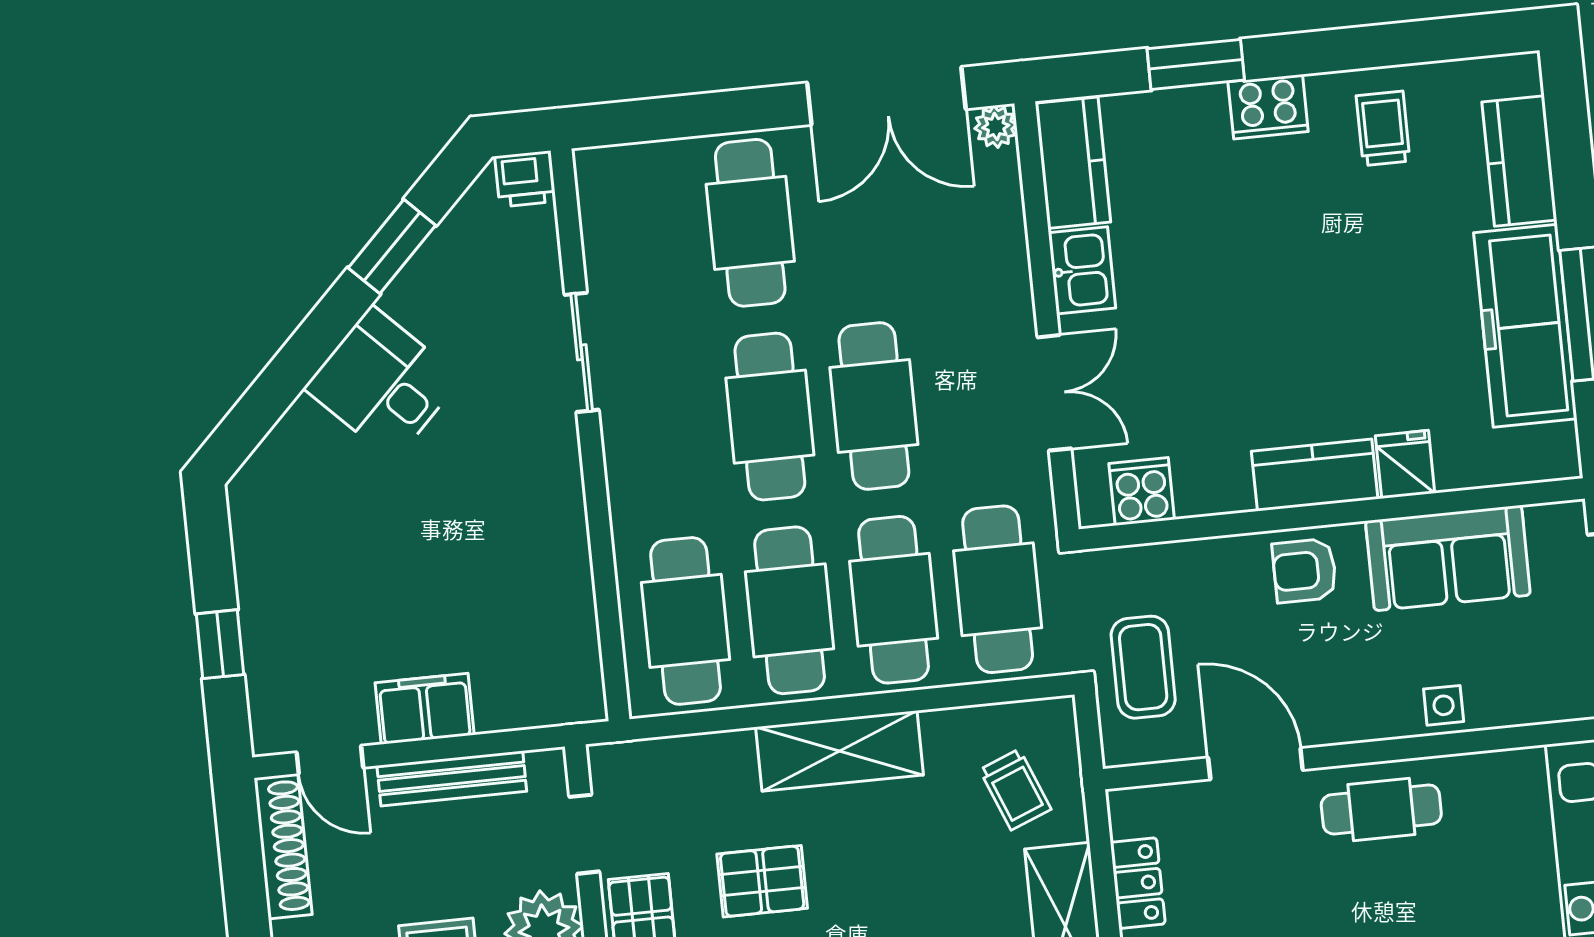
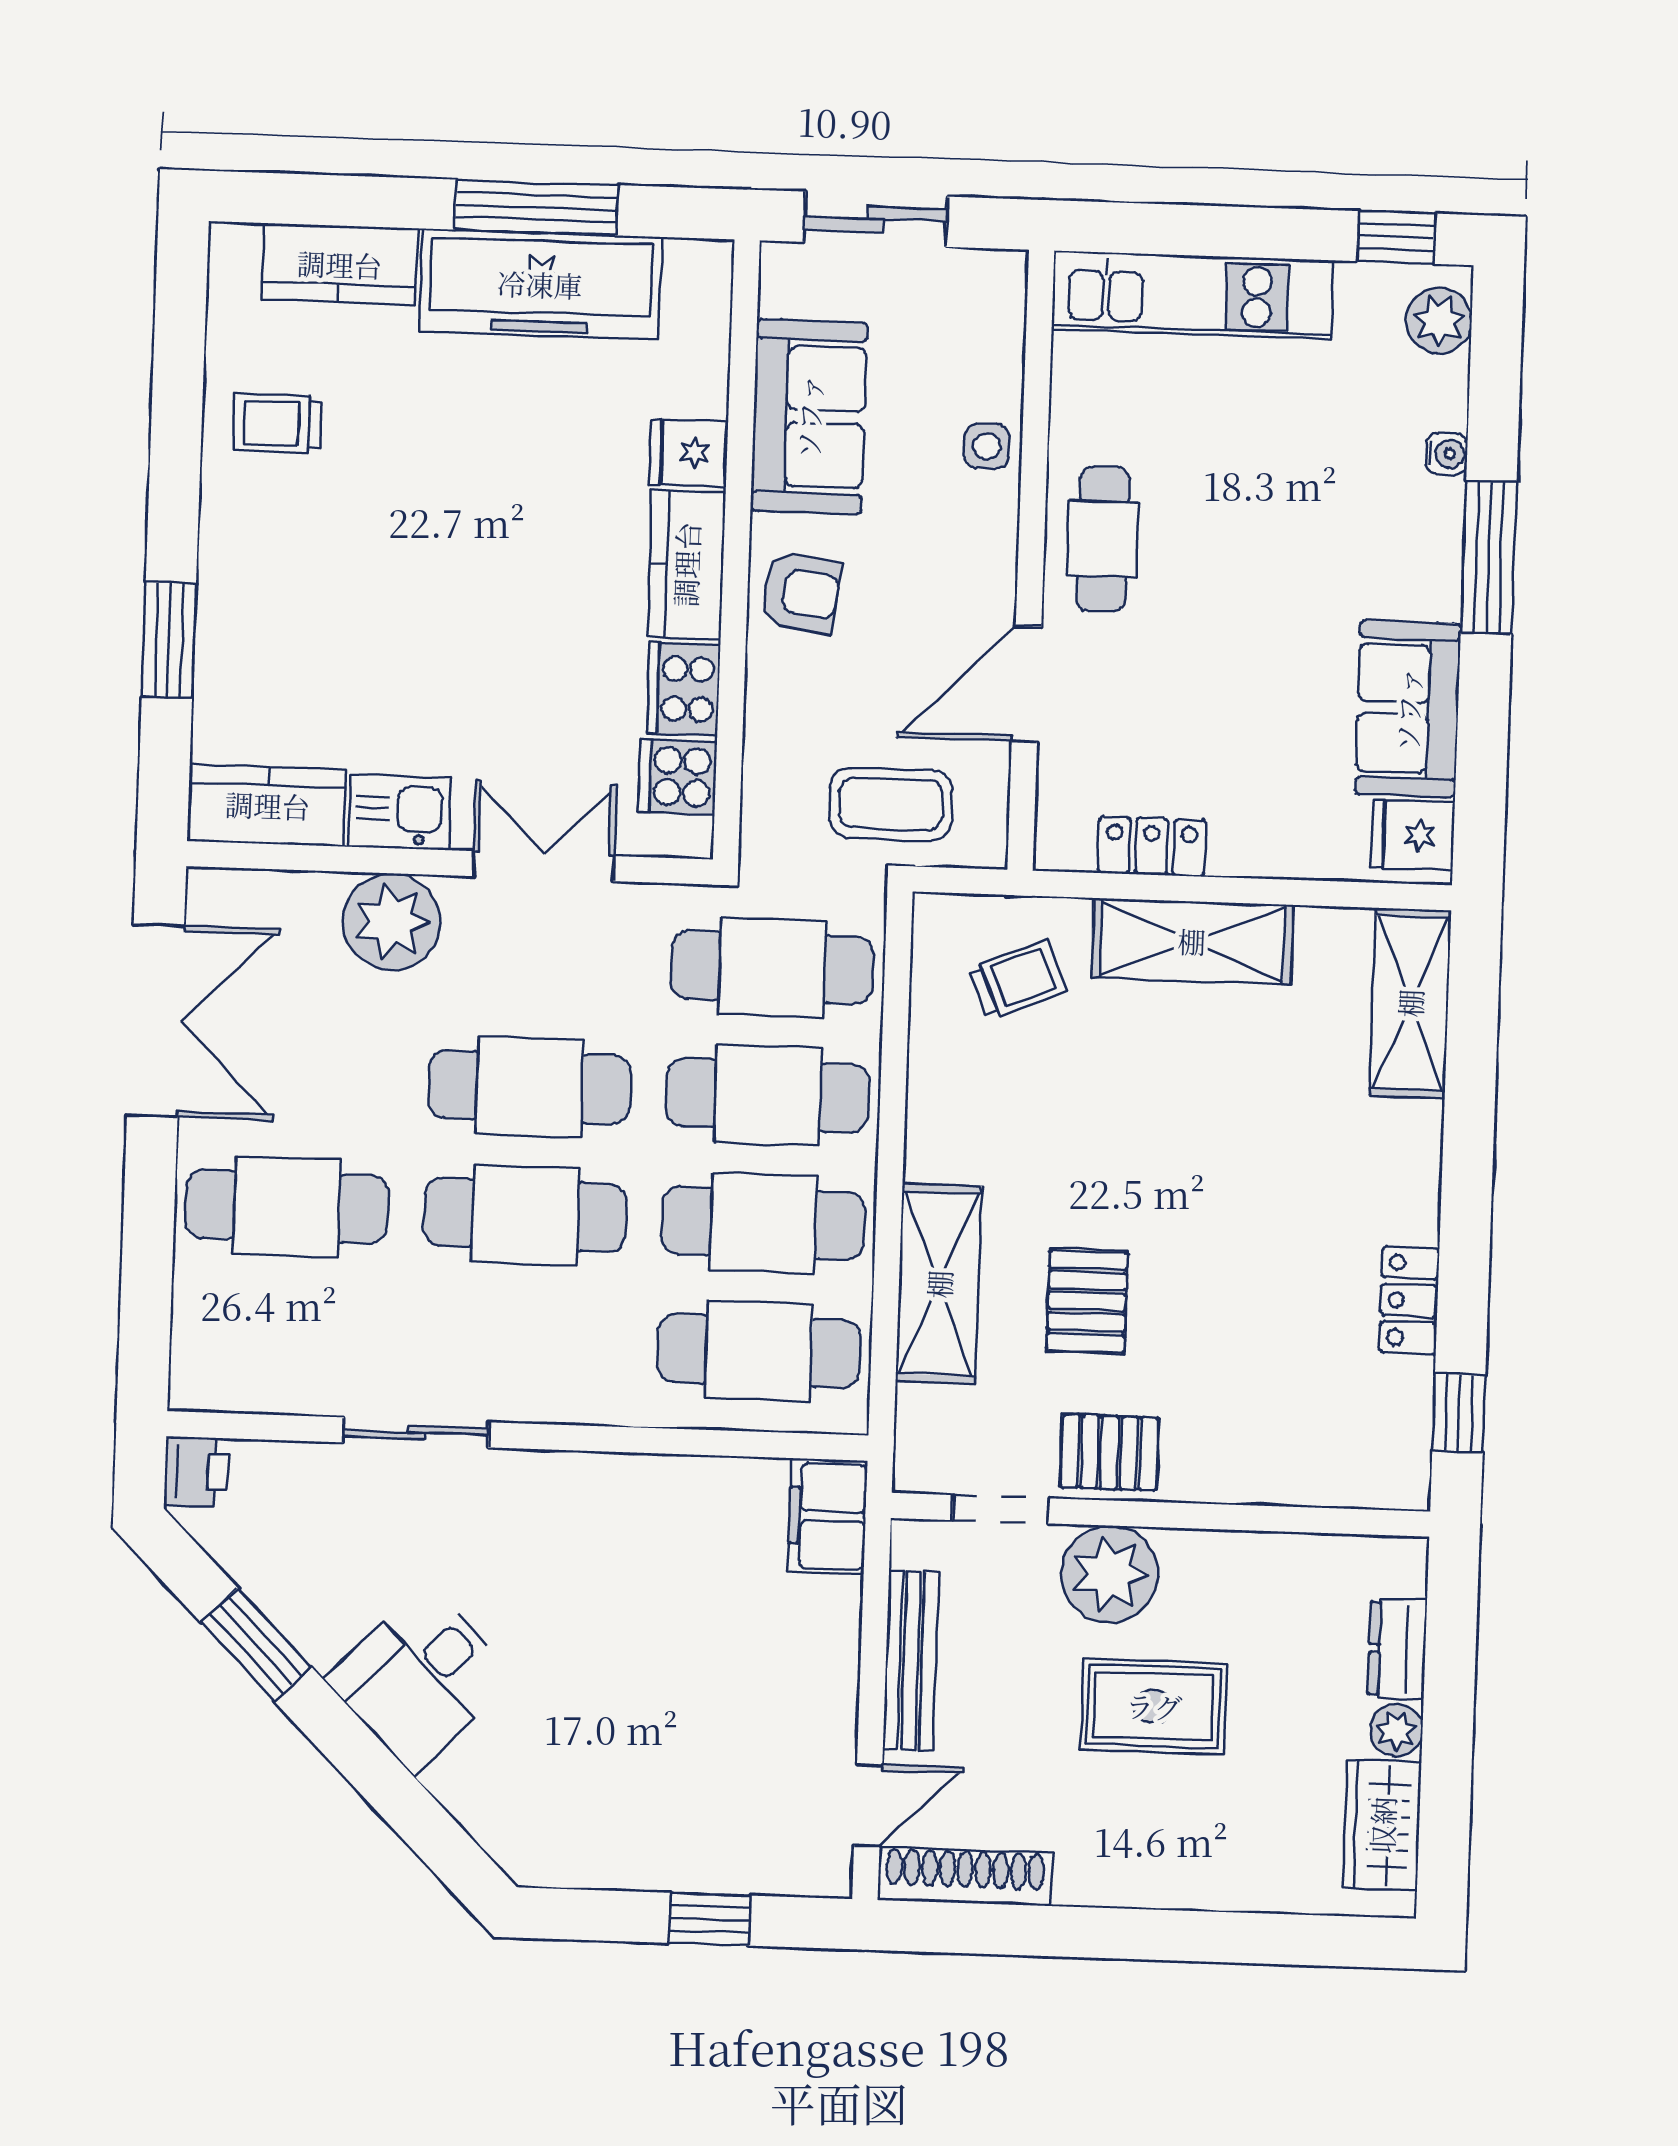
cooker: (1268, 107) -> (684, 689), moved, turned 180
plant: (996, 127) -> (392, 922), moved, width x1.87, depth x1.87
armchair: (1304, 571) -> (800, 592), turned -82
filing cabinet: (425, 709) -> (828, 1516), moved
shelving: (840, 751) -> (939, 1284), moved

